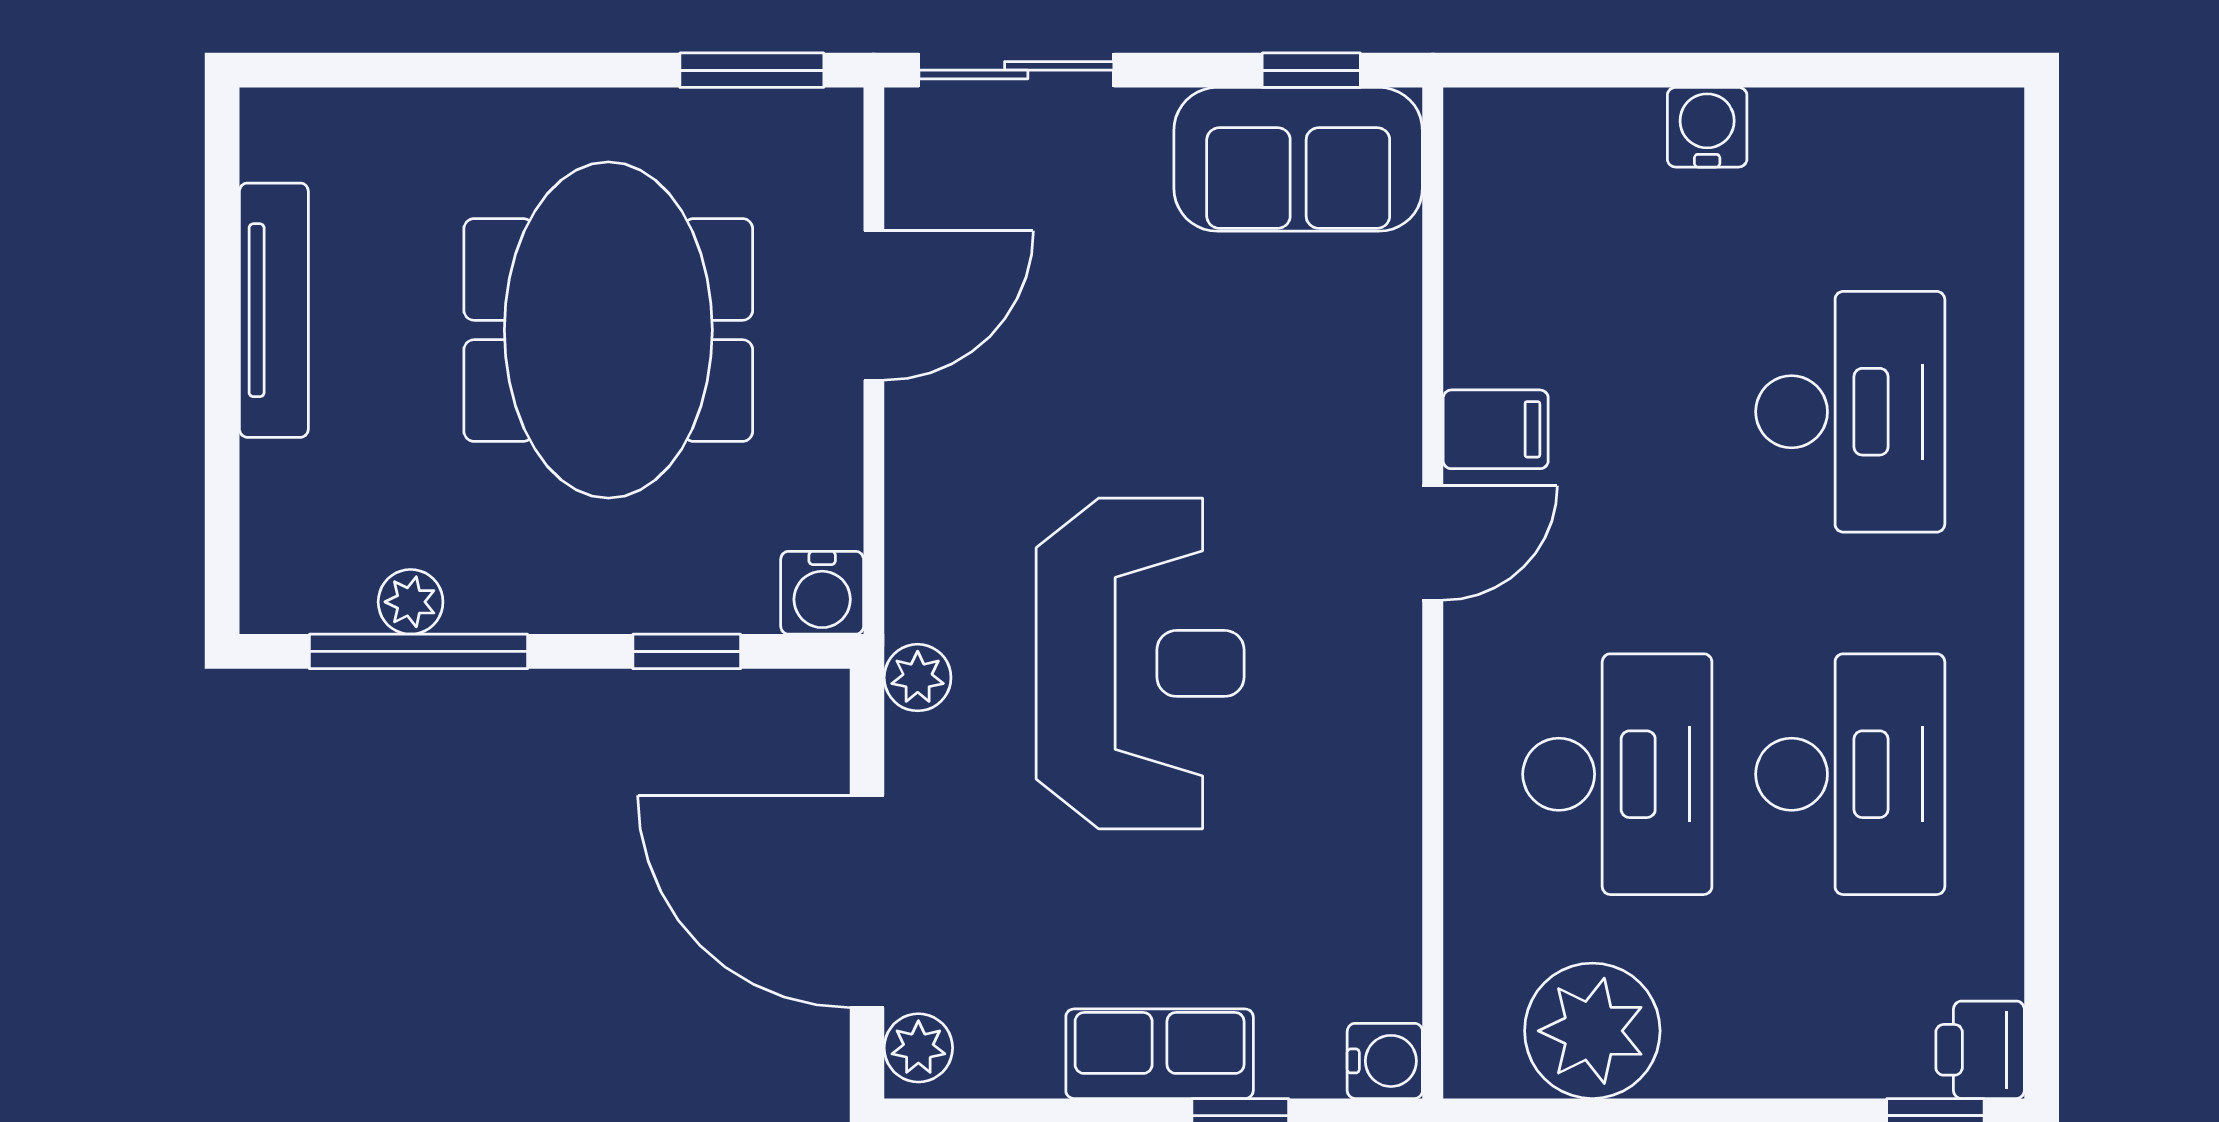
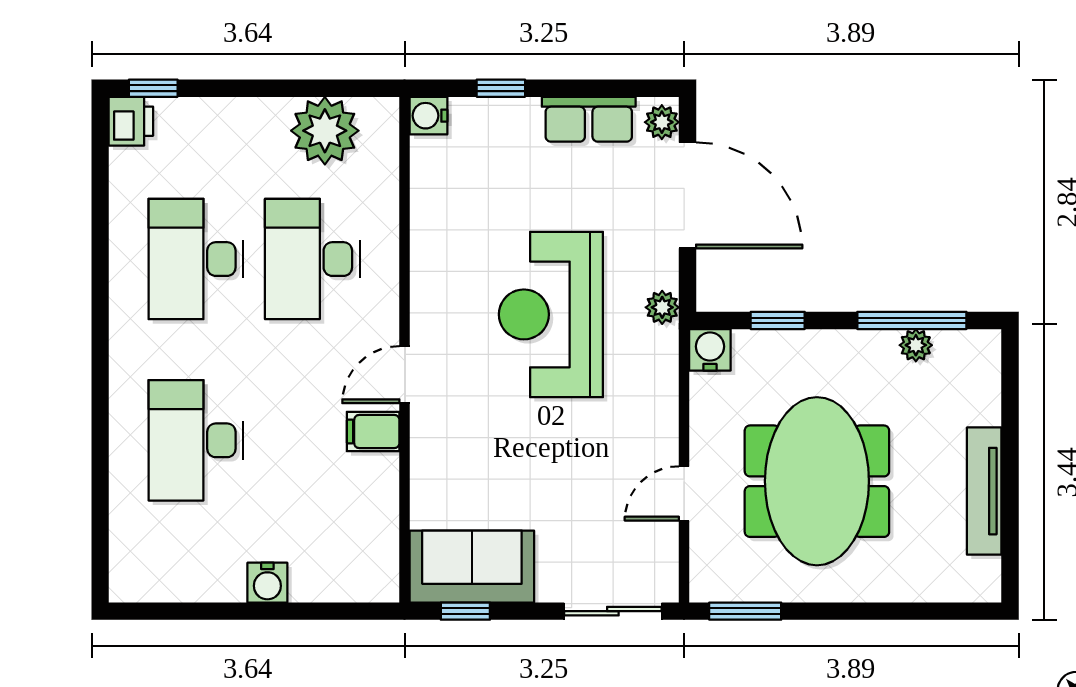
door: (874, 306) -> (684, 493), width x0.73
row of seats: (1160, 1054) -> (589, 119), moved

